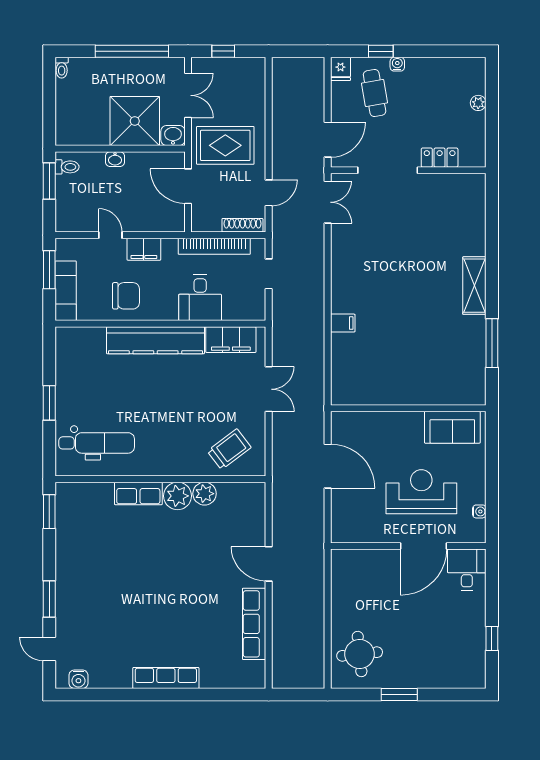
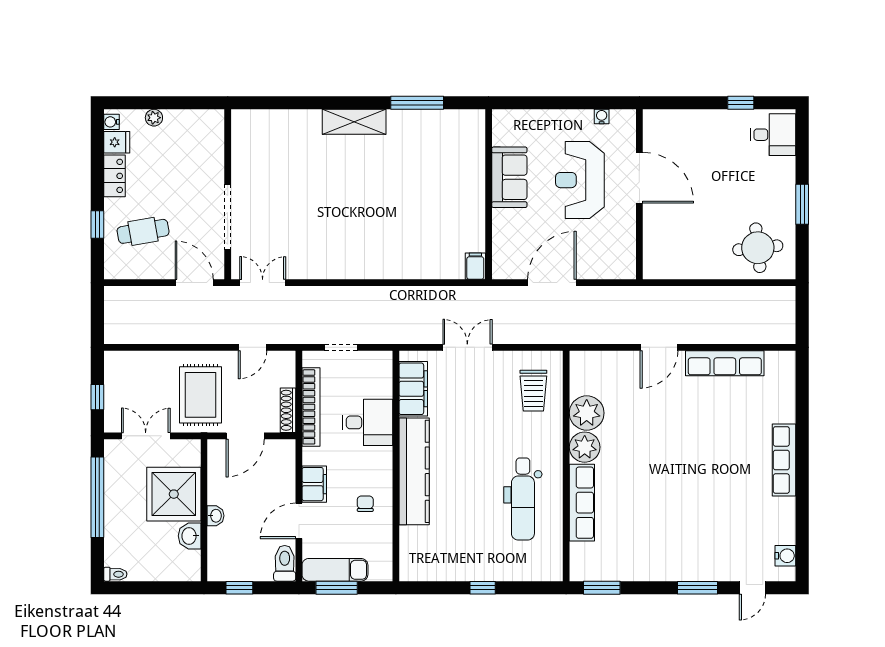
water cooler: (397, 64) -> (111, 122), moved
fridge: (340, 69) -> (117, 142), moved
washbasin: (173, 135) -> (190, 536), moved
locker: (440, 158) -> (114, 176), moved, turned 180
toilet: (67, 167) -> (285, 563), moved, width x1.37, depth x1.39
window: (49, 181) -> (239, 588), width x0.67
door: (269, 193) -> (252, 347), swing flipped
shoe rack: (242, 225) -> (288, 410), moved
door: (110, 235) -> (299, 521), width x1.38
exam couch: (66, 291) -> (335, 570), moved
chair: (126, 296) -> (365, 504), width x0.54, depth x0.54
filing cabinet: (343, 323) -> (475, 266), moved
window: (49, 403) -> (483, 588), width x0.67
sofa: (452, 427) -> (509, 177), moved
dental chair: (97, 443) -> (523, 499), moved, turned 180
trolley: (229, 449) -> (533, 391), turned -143
row of seats: (138, 493) -> (582, 503), width x1.48
plant: (205, 494) -> (587, 413), width x1.36, depth x1.36
desk: (467, 570) -> (773, 135), moved, turned 180

